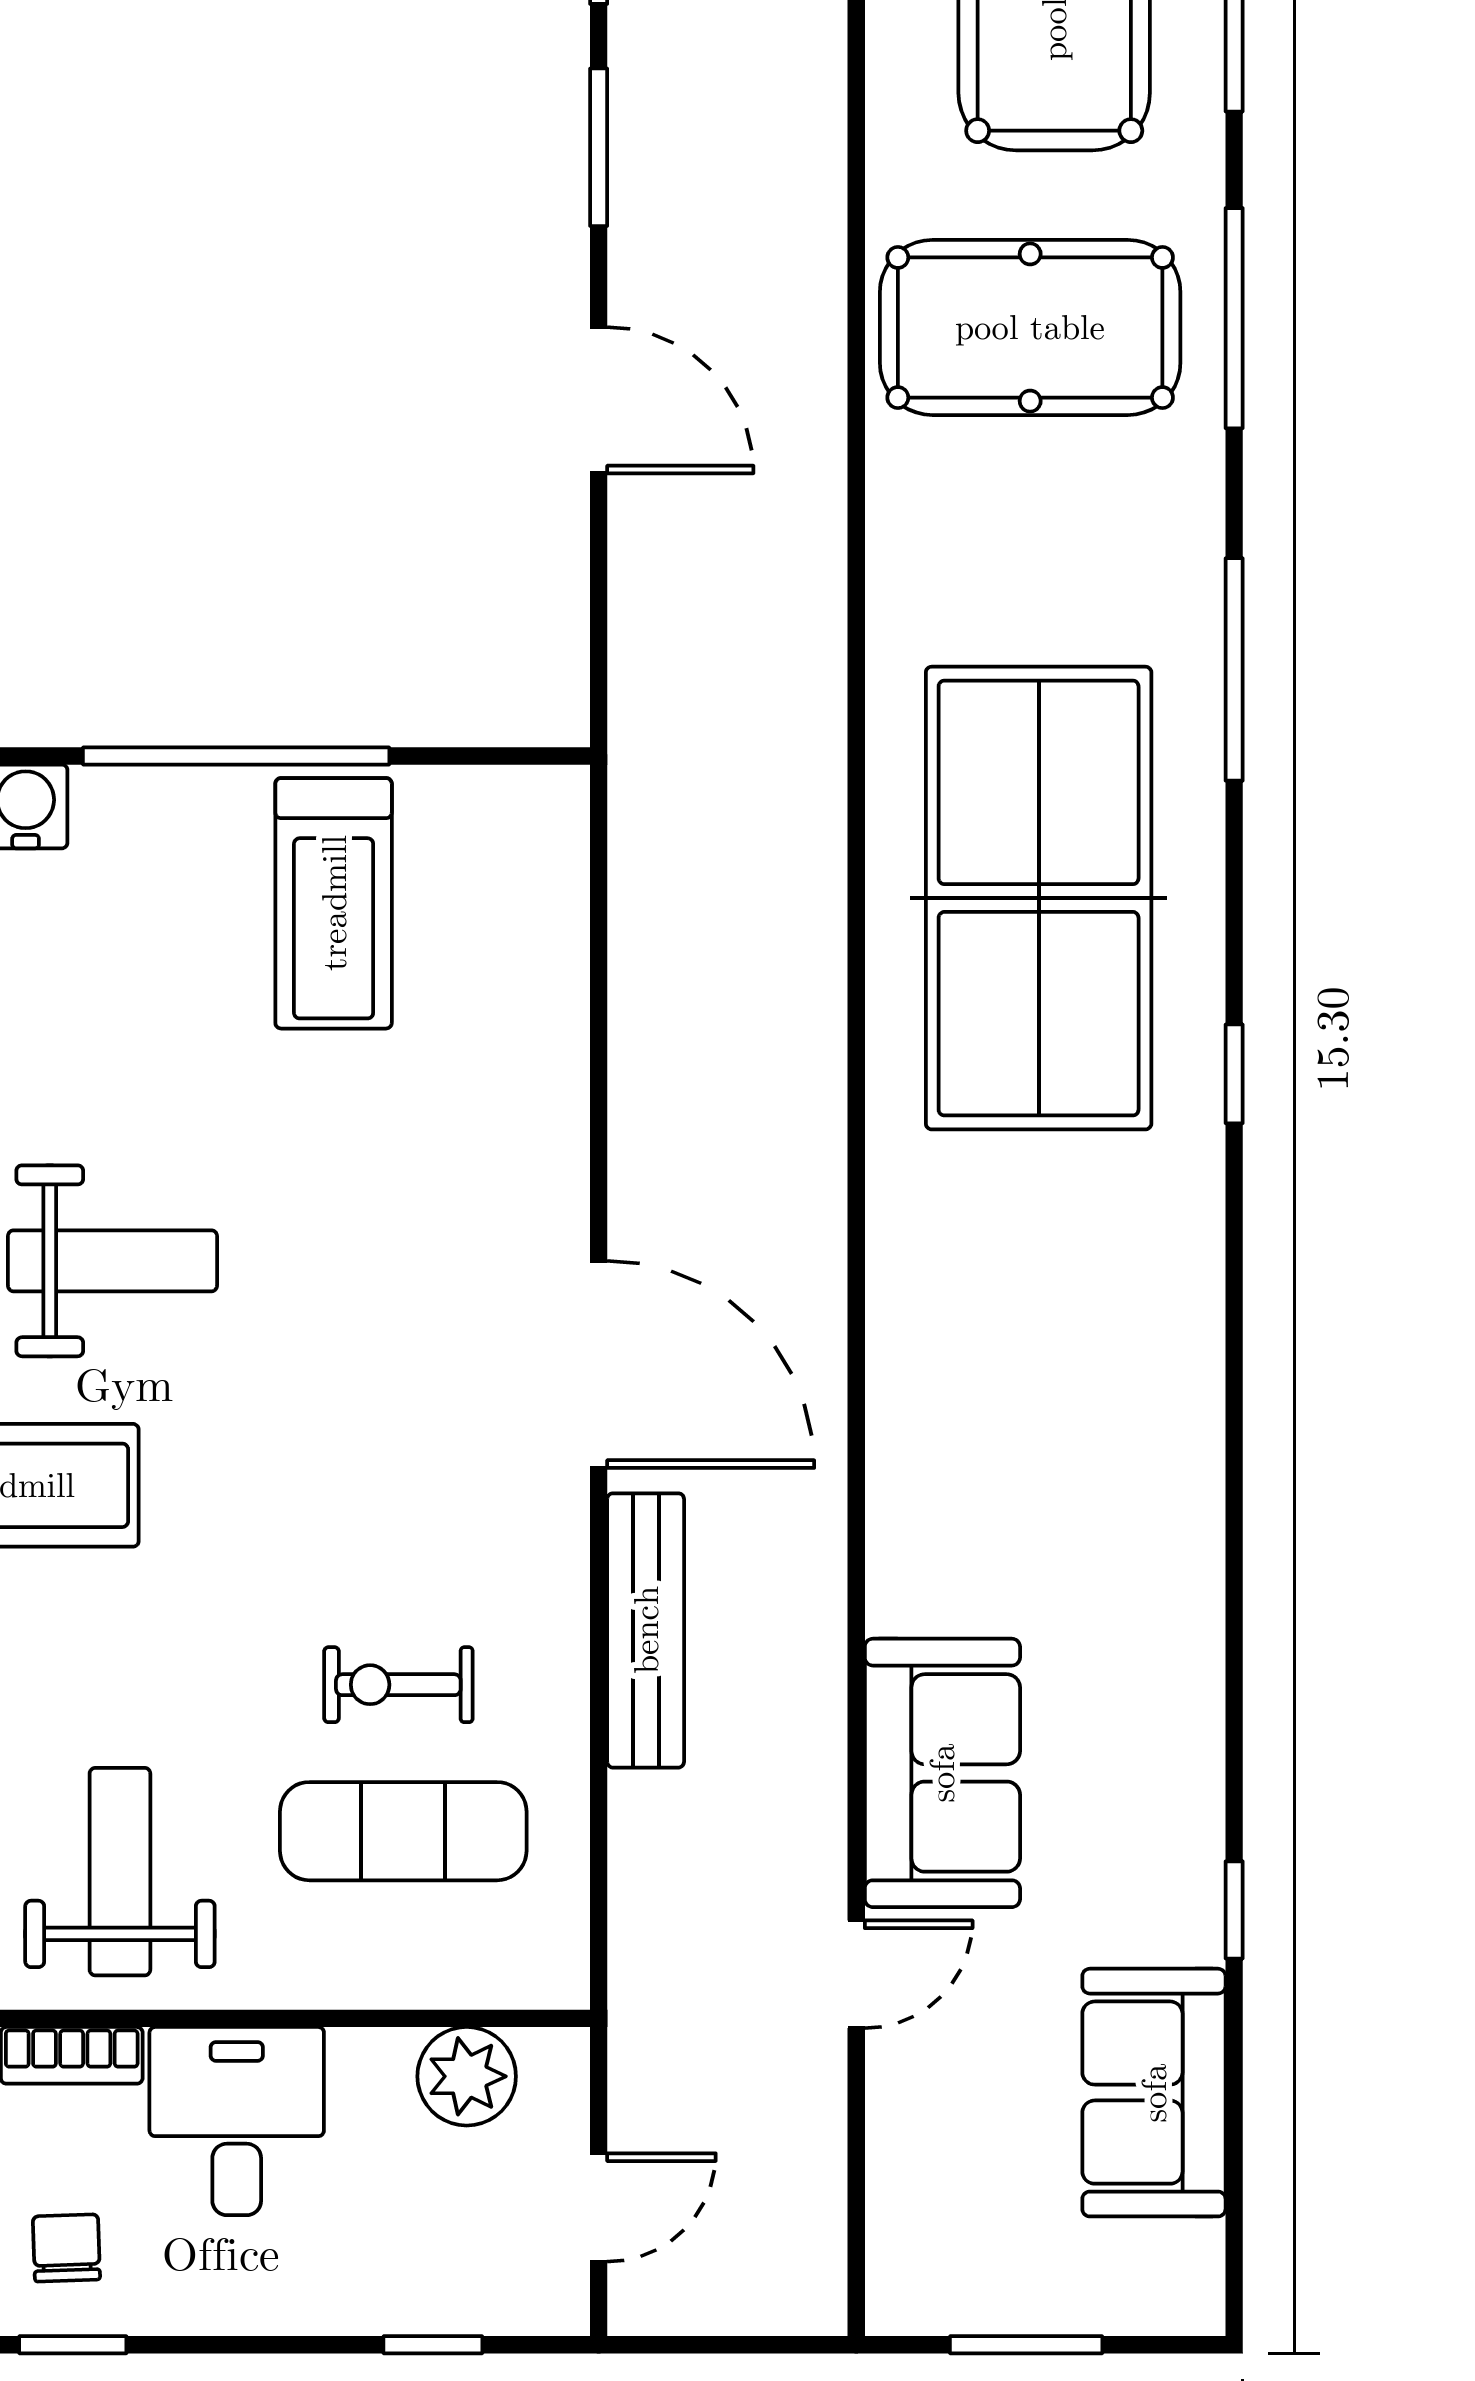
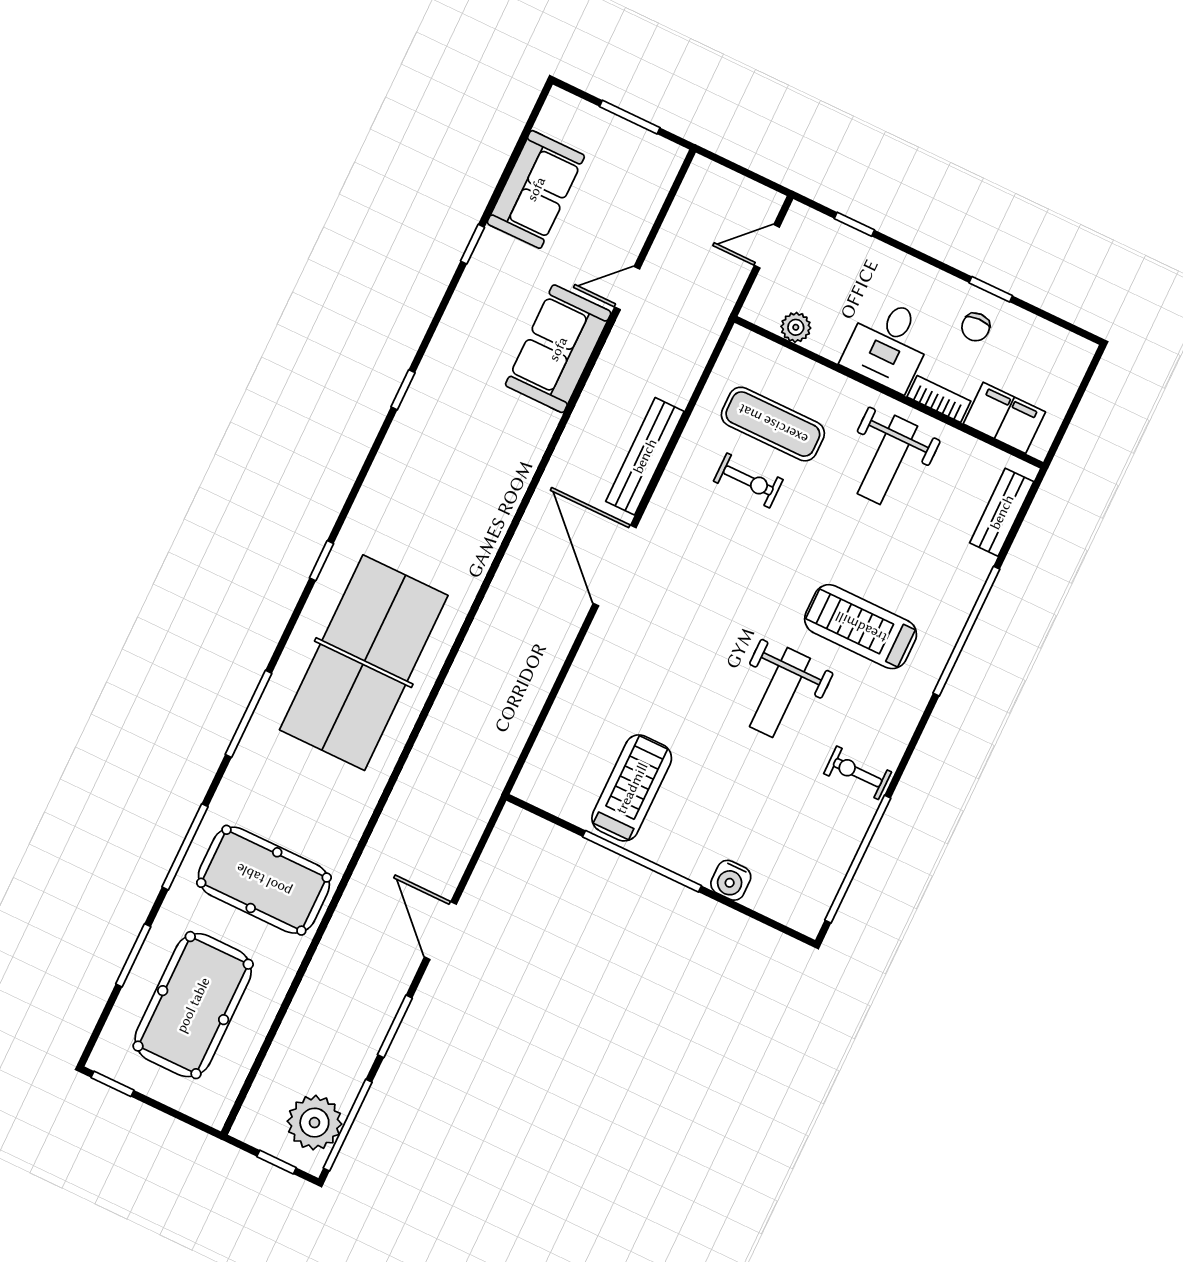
weight bench: (112, 1261) -> (780, 693), turned -90
window: (1234, 1525) -> (403, 390), added
plant: (467, 2076) -> (796, 327), width x0.73, depth x0.73

